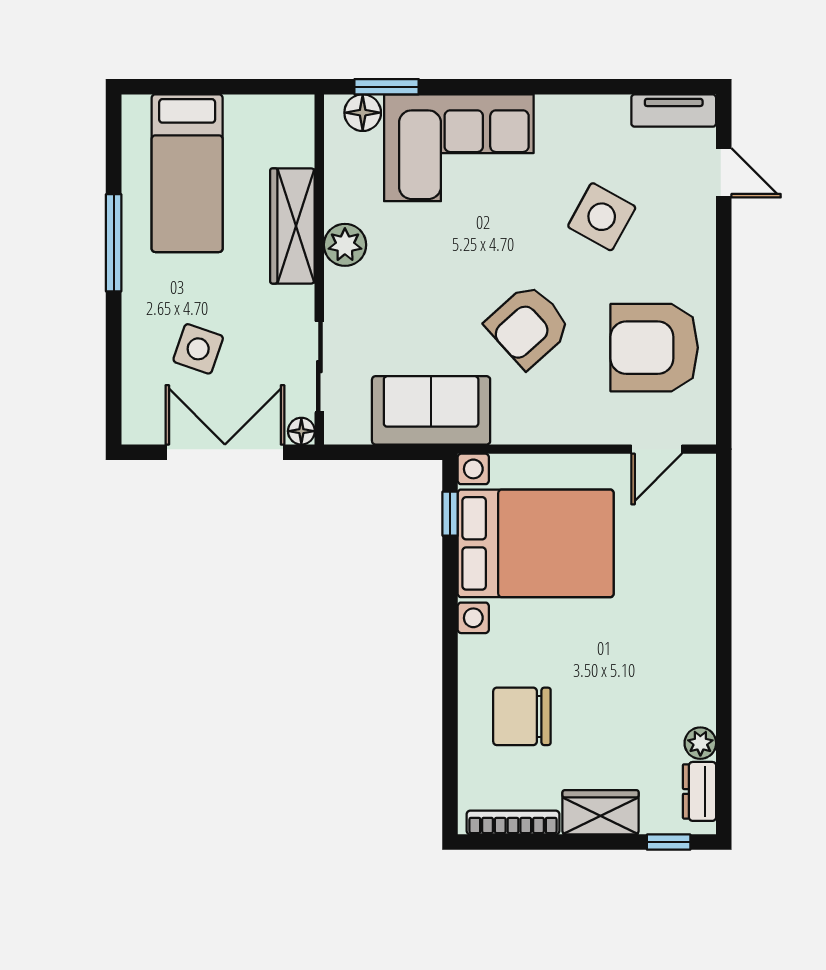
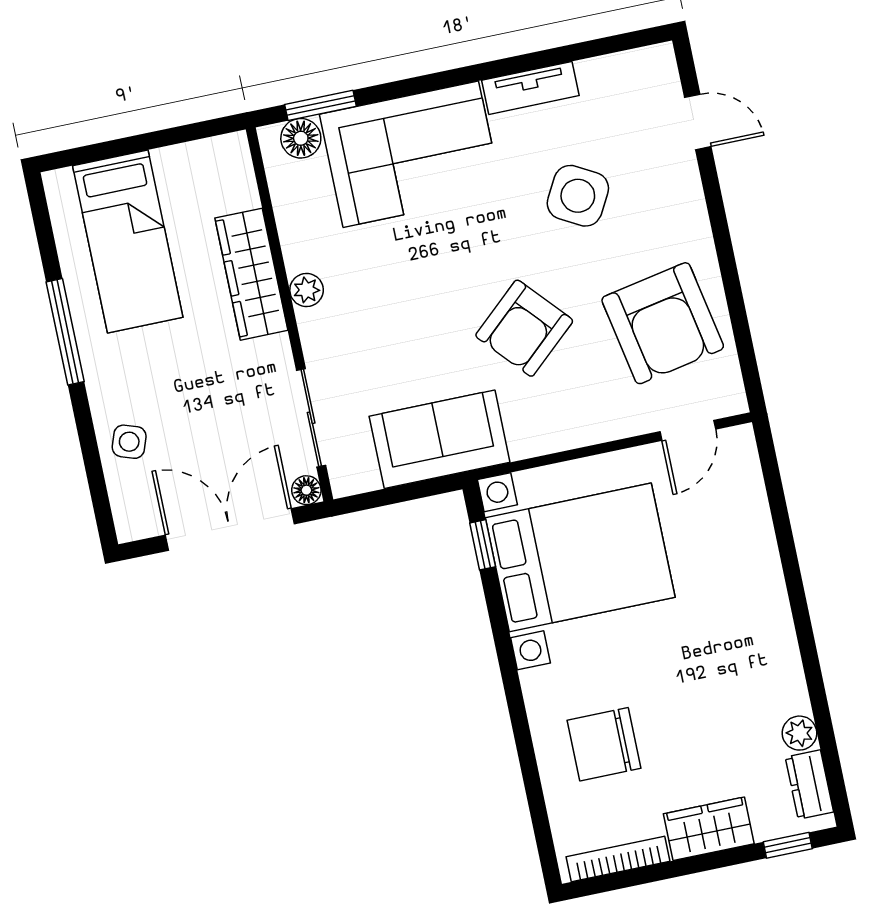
tv unit: (674, 111) -> (530, 88), moved
plant: (345, 245) -> (307, 290), width x0.73, depth x0.73
armchair: (654, 348) -> (663, 323), turned -101
side table: (198, 349) -> (129, 442), moved, width x0.73, depth x0.73

